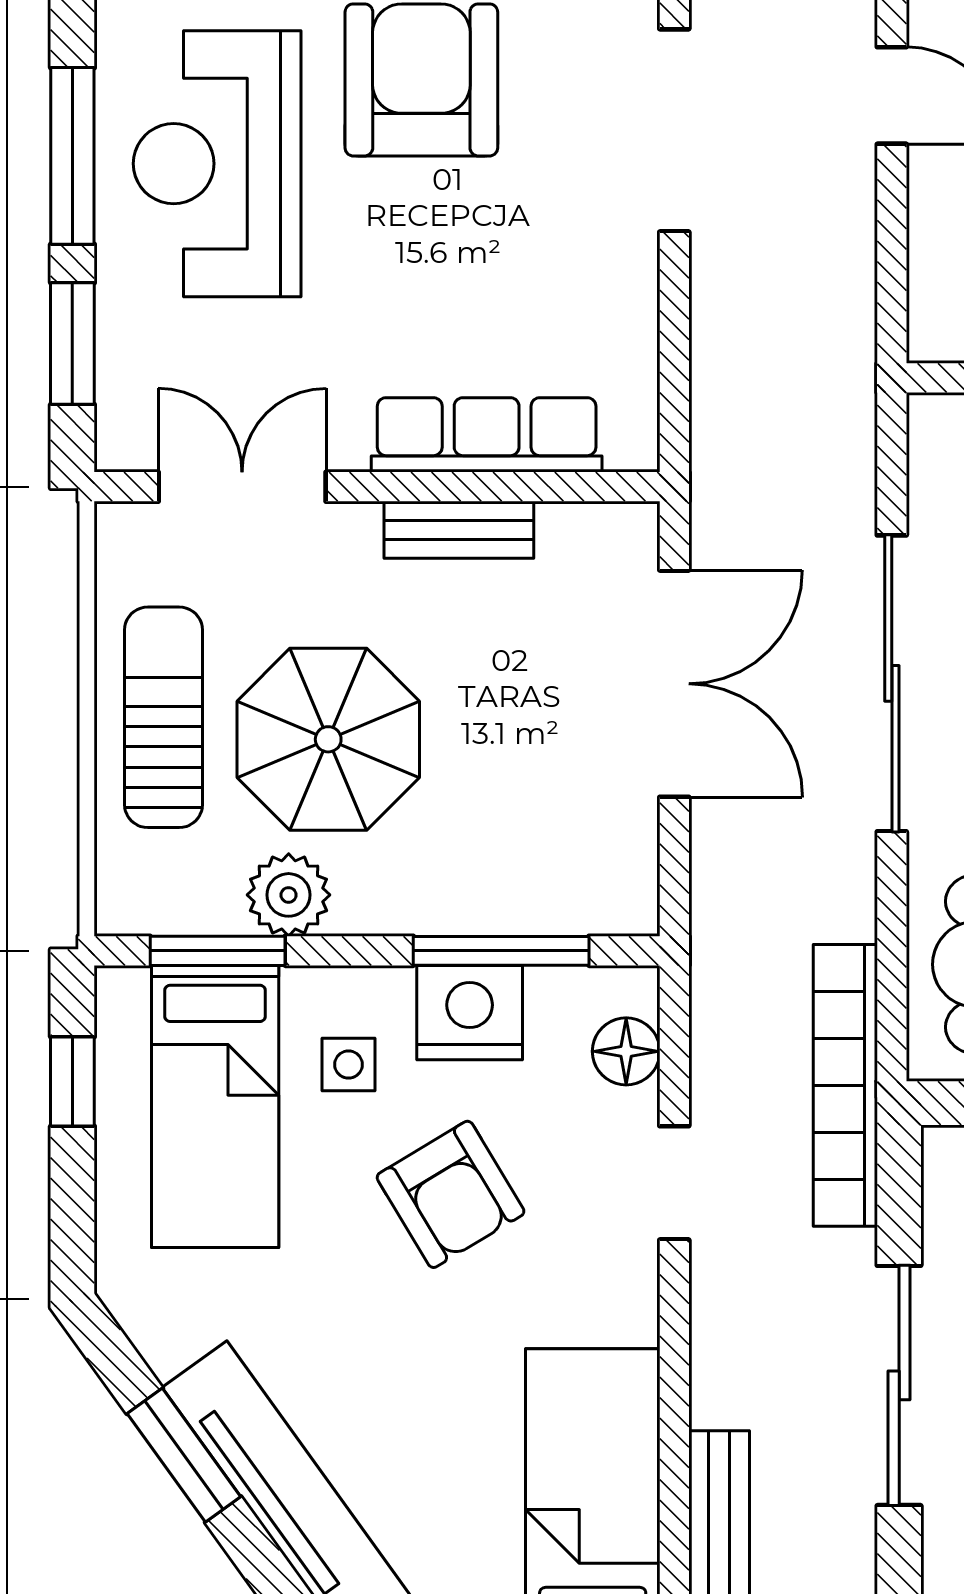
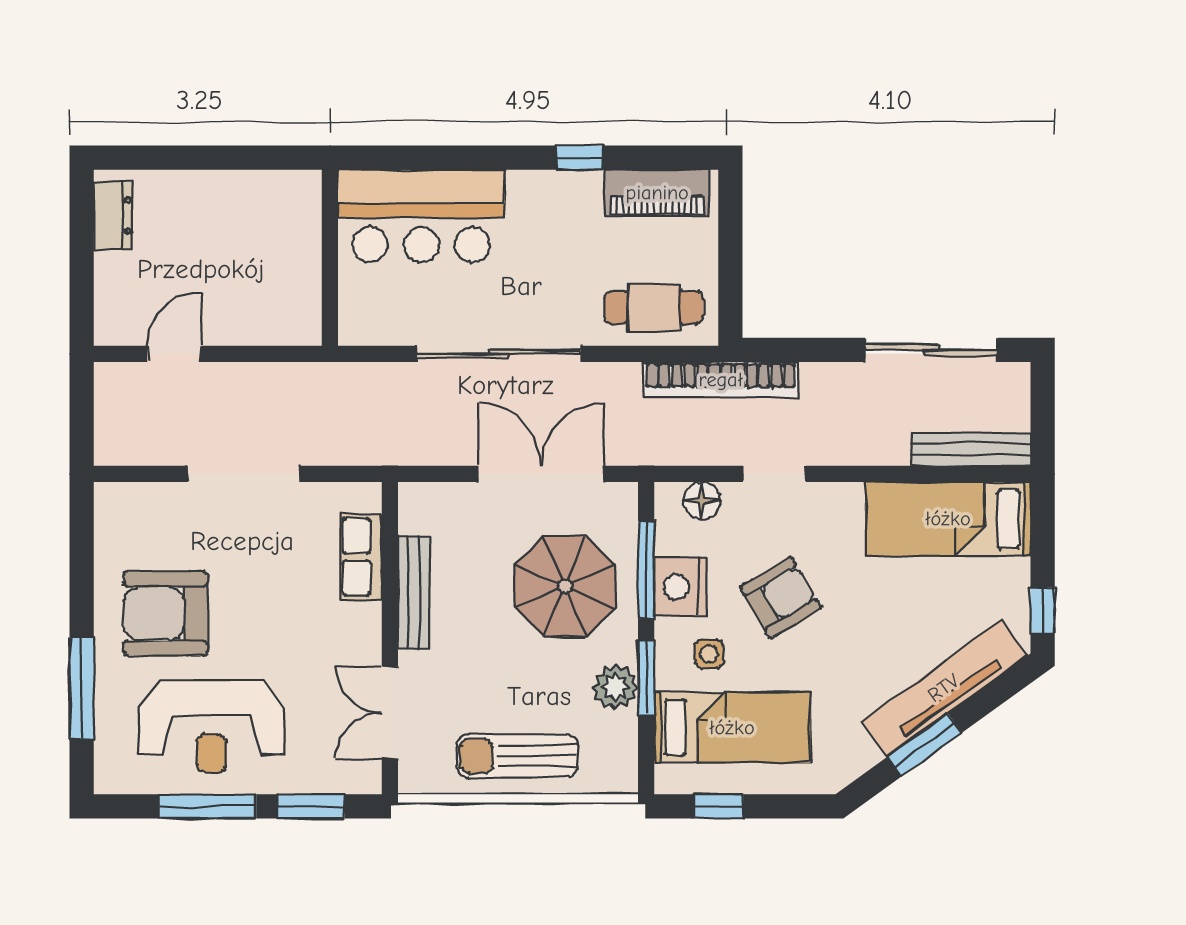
doorway: (674, 130) -> (244, 474), moved
row of seats: (487, 435) -> (361, 557), width x0.68
bench: (459, 530) -> (414, 593), width x1.36
double door: (674, 684) -> (541, 474), moved
parasol: (328, 739) -> (565, 586), moved
window: (218, 951) -> (646, 678), moved
sliding door: (899, 1385) -> (931, 350), moved

